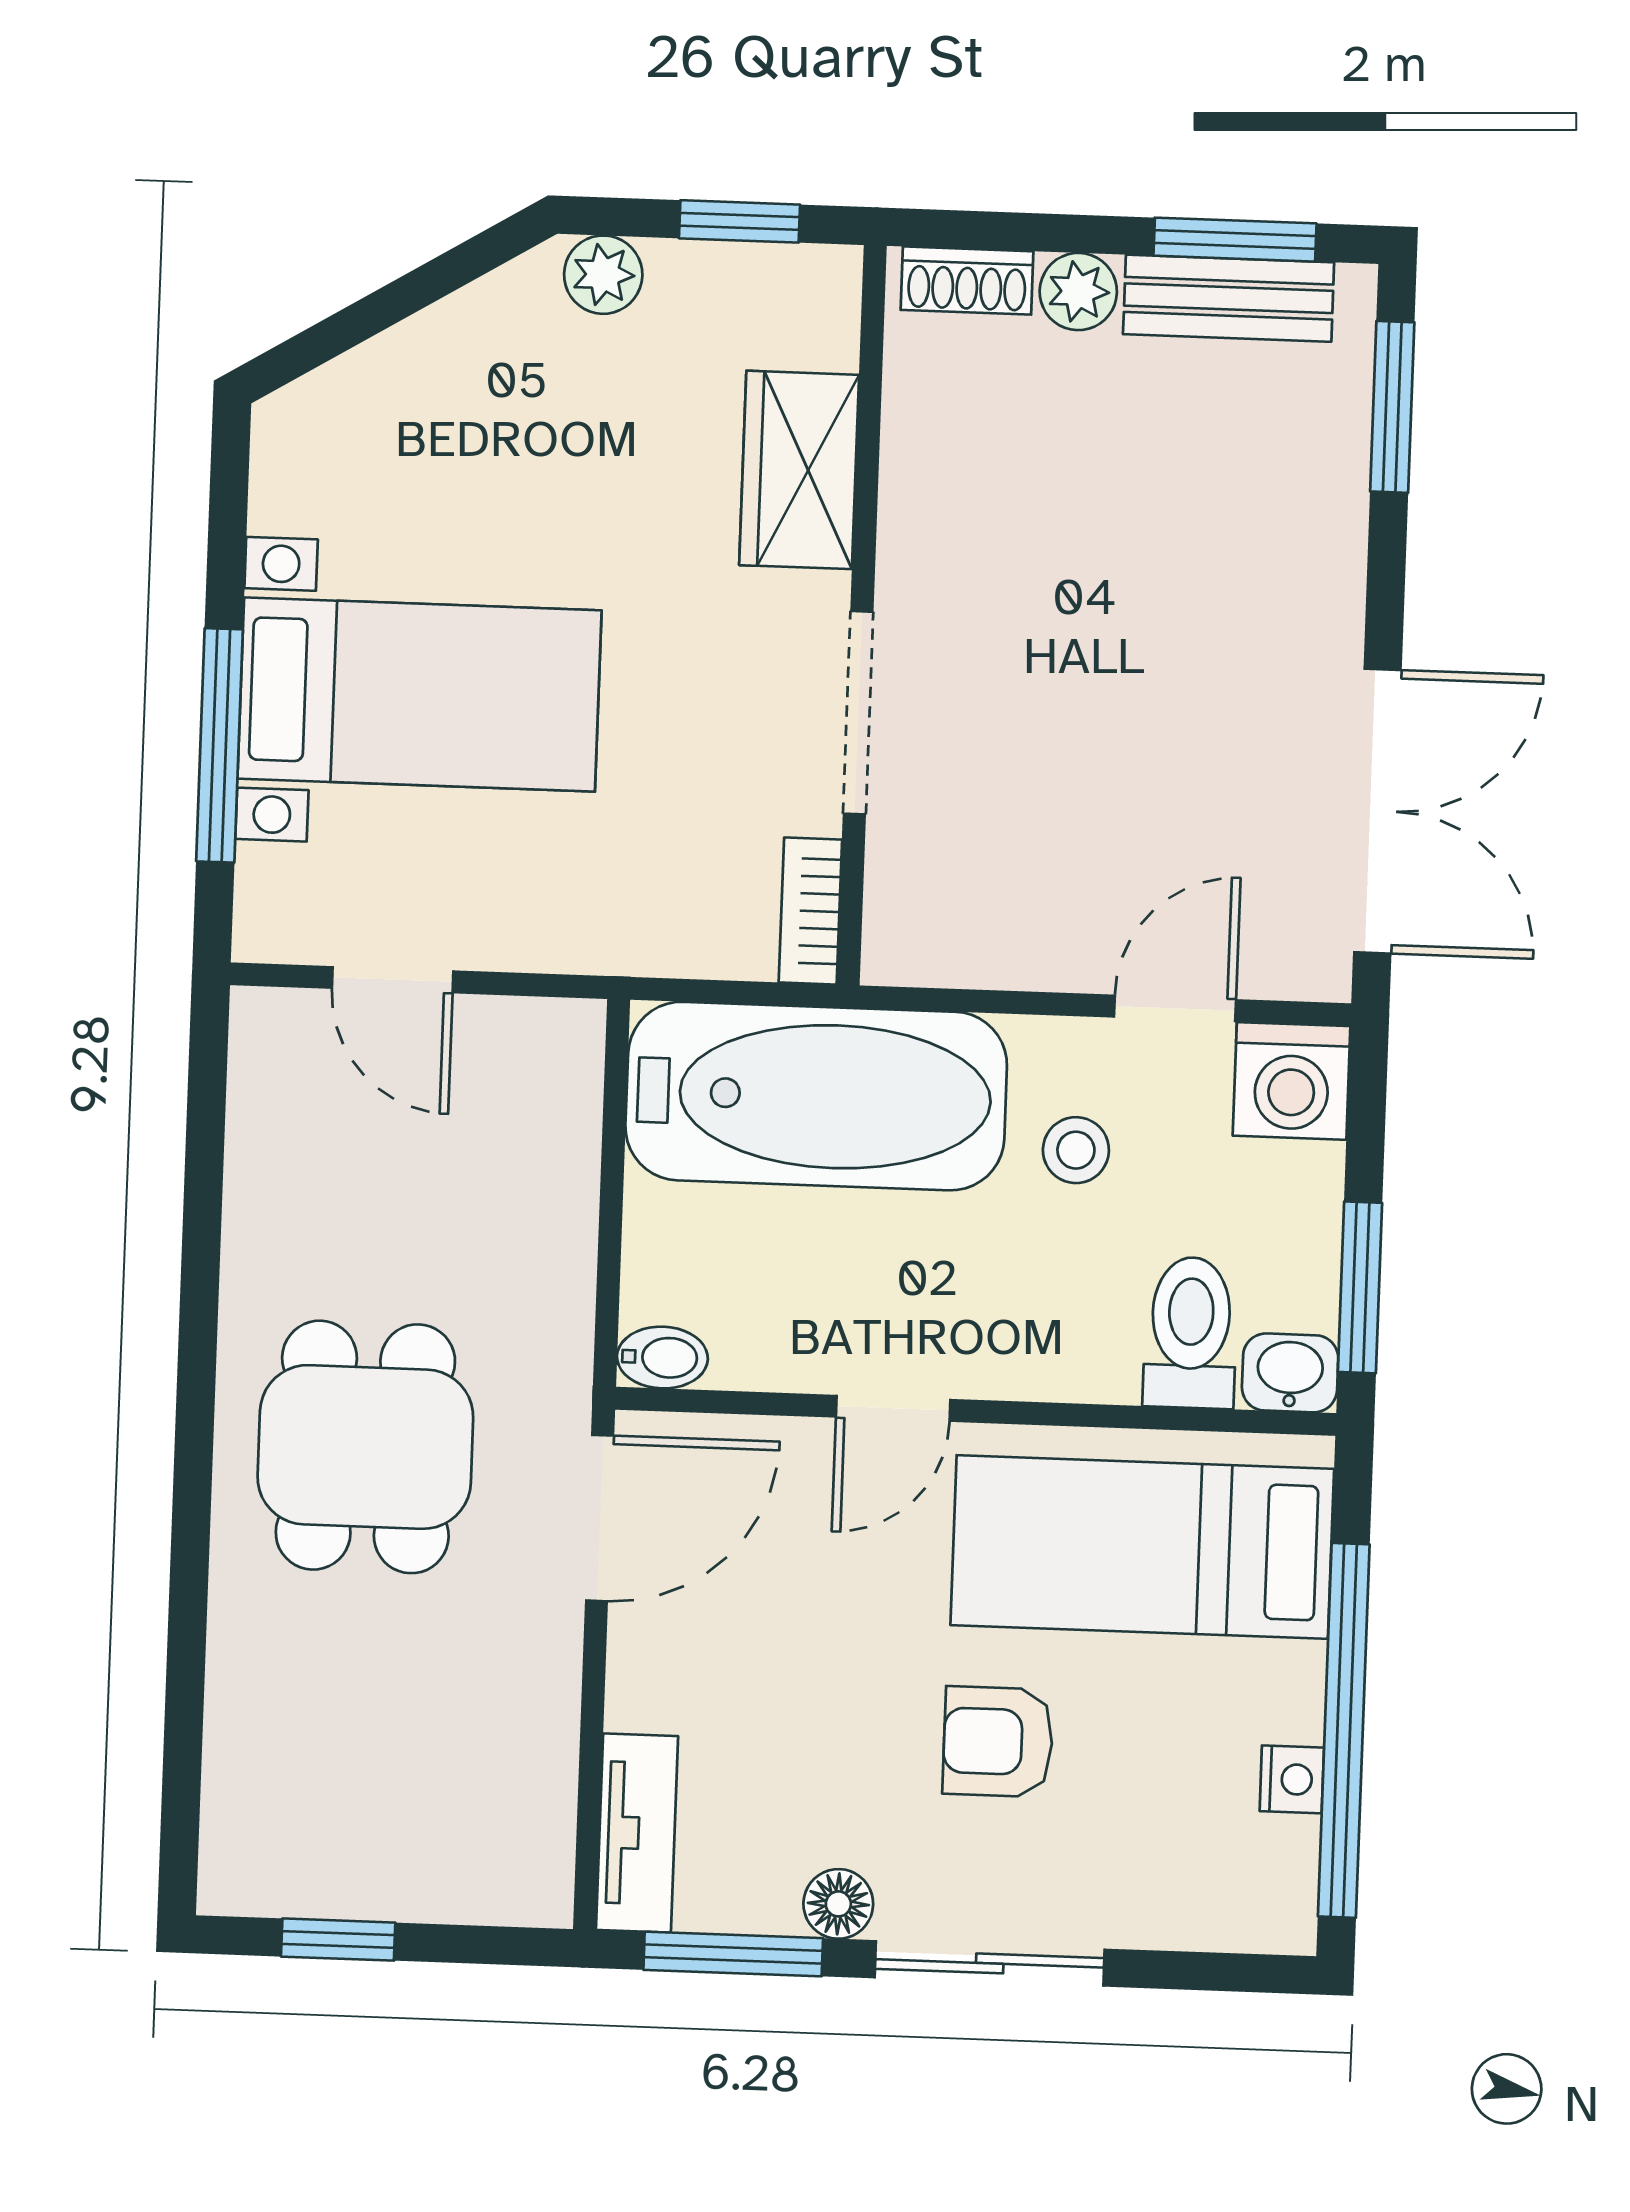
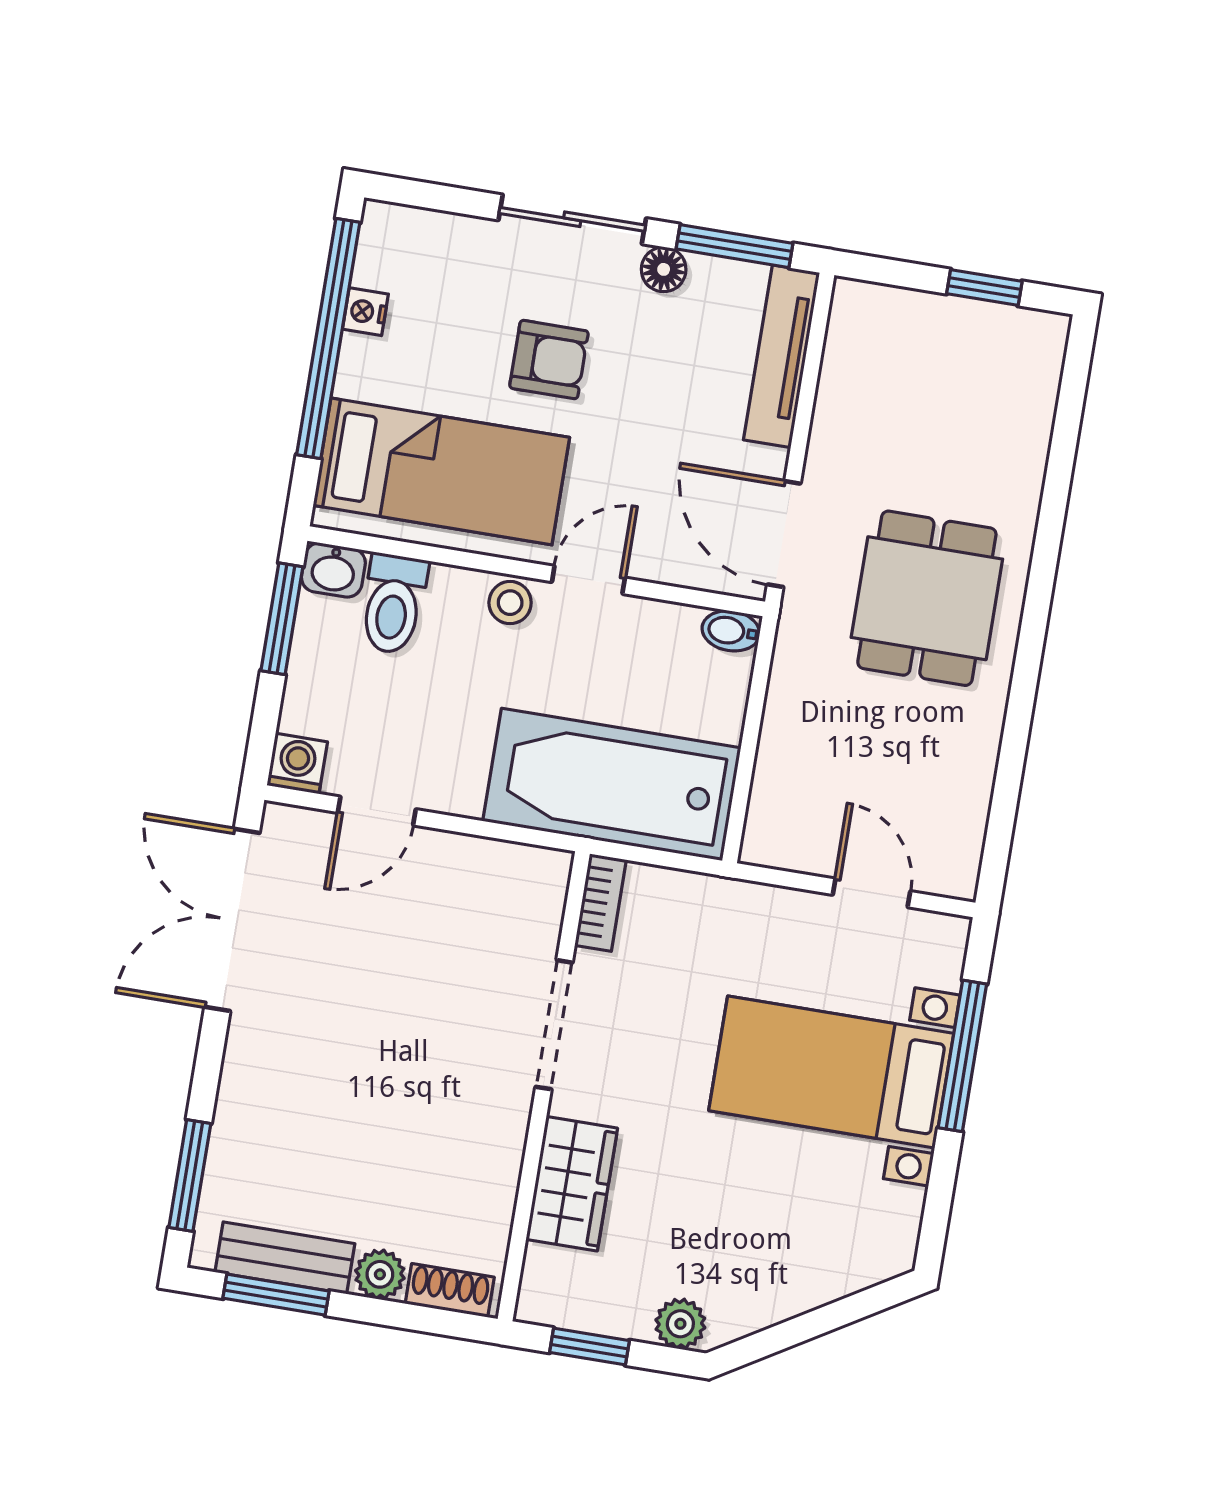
washing machine: (1292, 1081) -> (297, 764), width x0.73, depth x0.73
stool: (1076, 1150) -> (510, 603), moved
door: (600, 1518) -> (784, 534), hinge flipped
tv unit: (637, 1833) -> (782, 356), width x1.41

